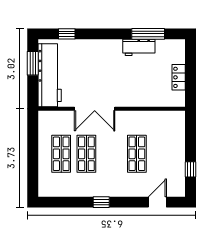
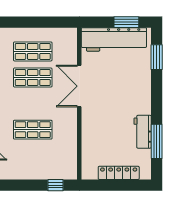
window: (67, 34) -> (157, 57), width x1.50
locker: (179, 77) -> (119, 173), width x1.53
window: (190, 169) -> (55, 185), moved

